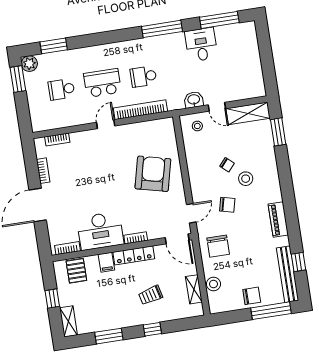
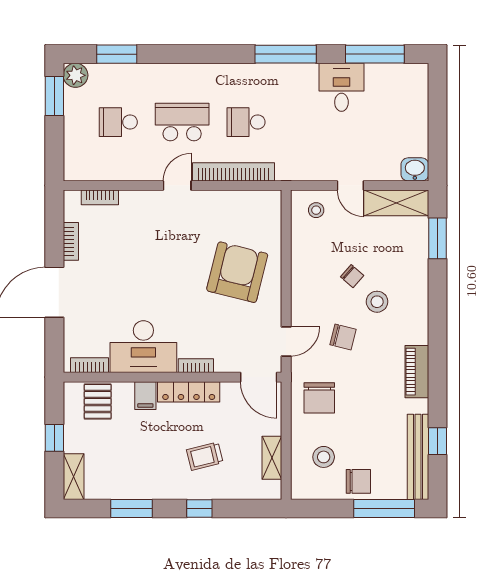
washbasin: (194, 100) -> (415, 169), moved
stool: (213, 284) -> (324, 457), moved

